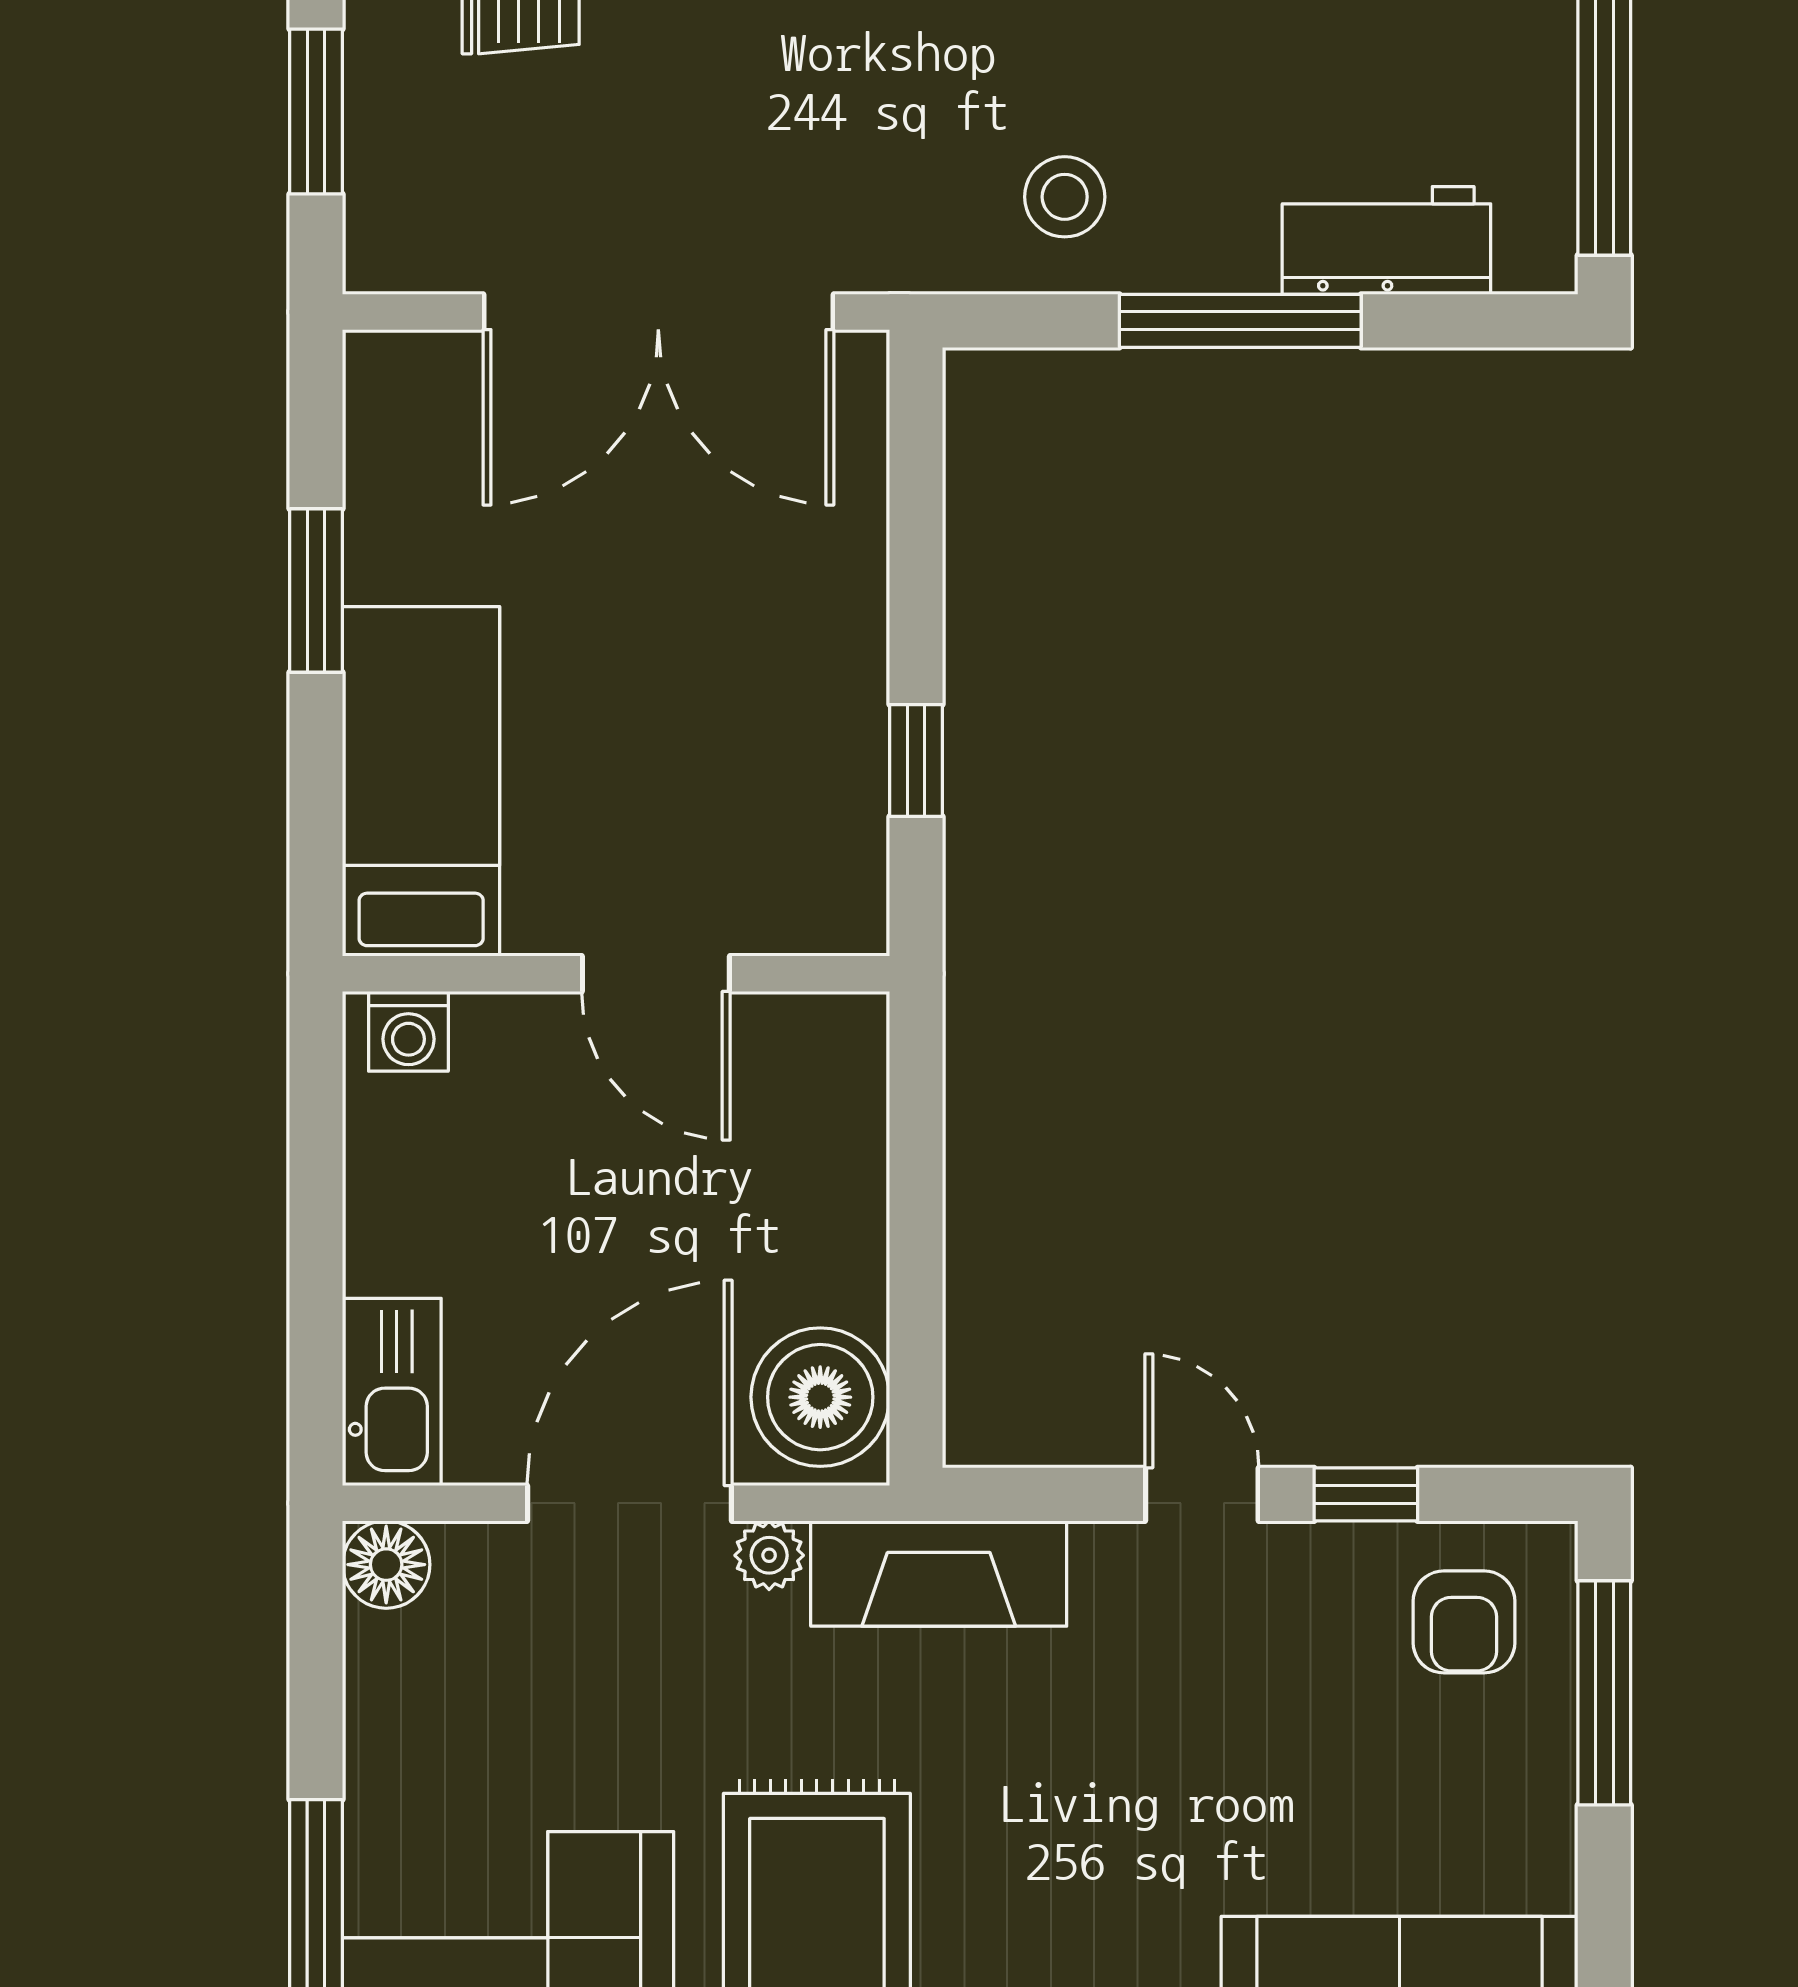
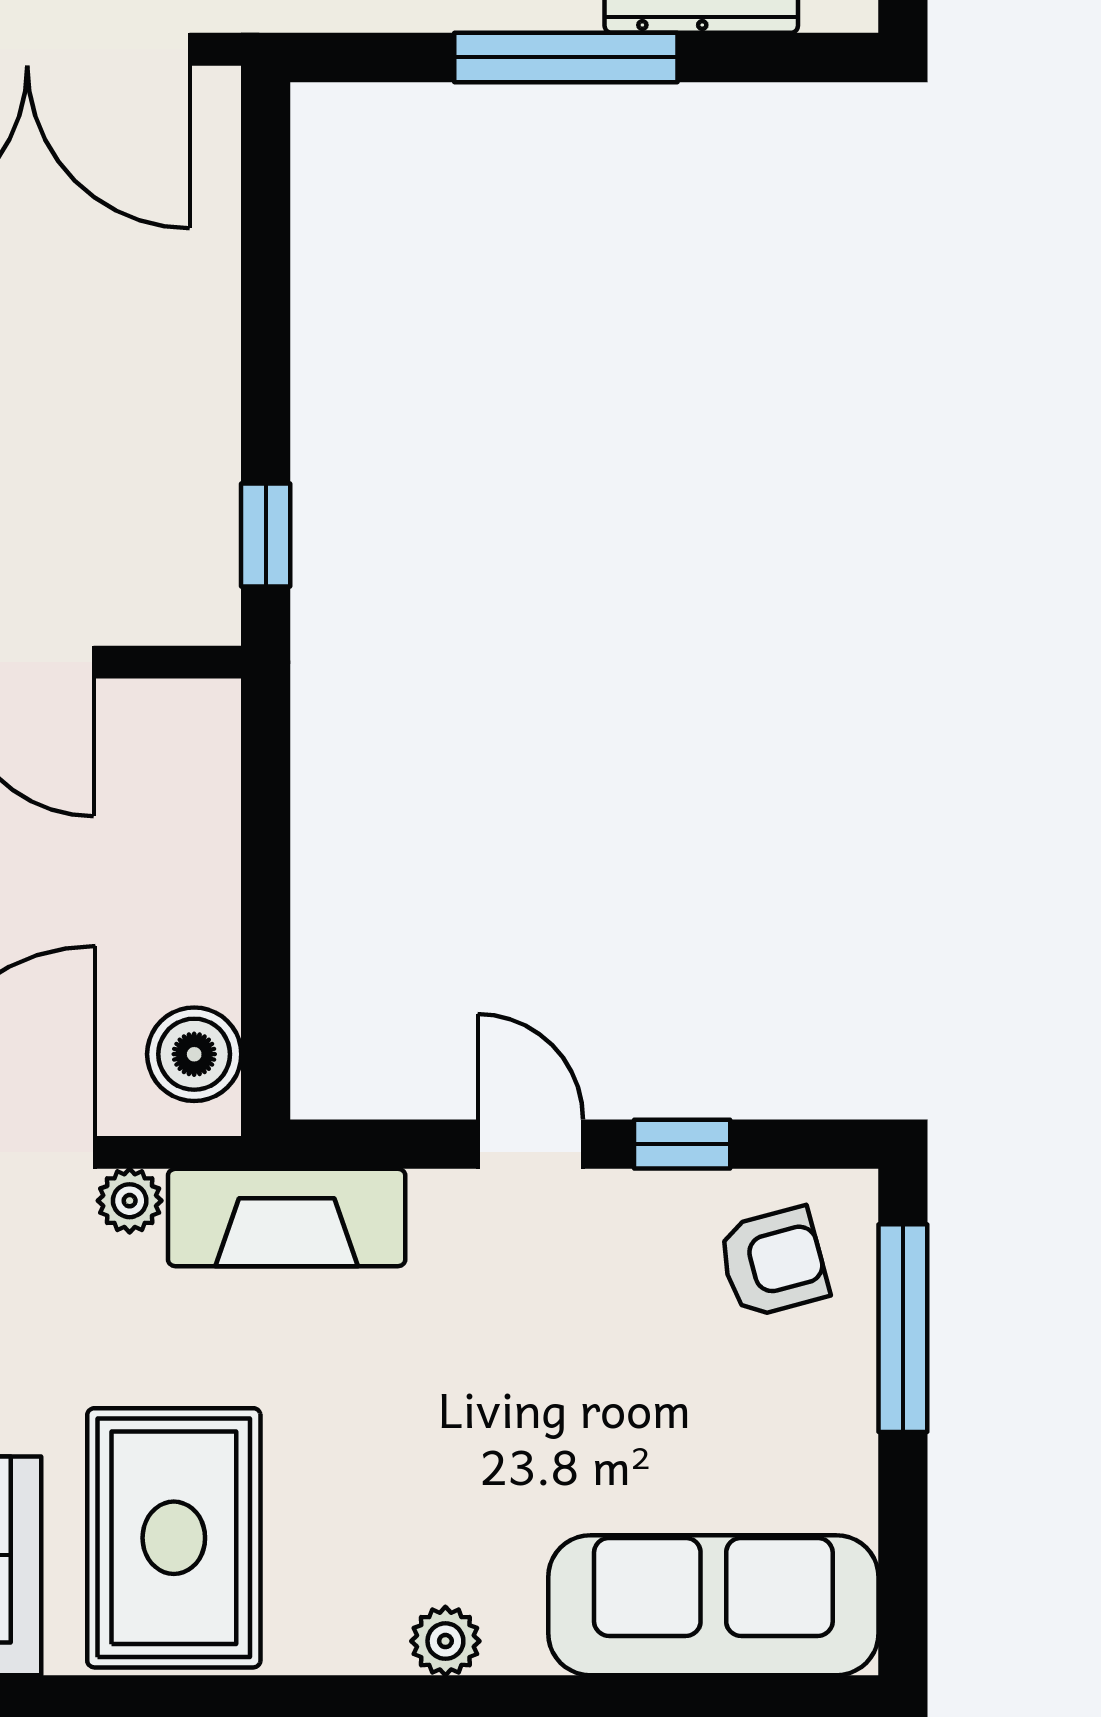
window: (916, 760) -> (266, 535), moved
boiler: (820, 1397) -> (194, 1054), width x0.73, depth x0.73
armchair: (1464, 1622) -> (773, 1262), turned -105

